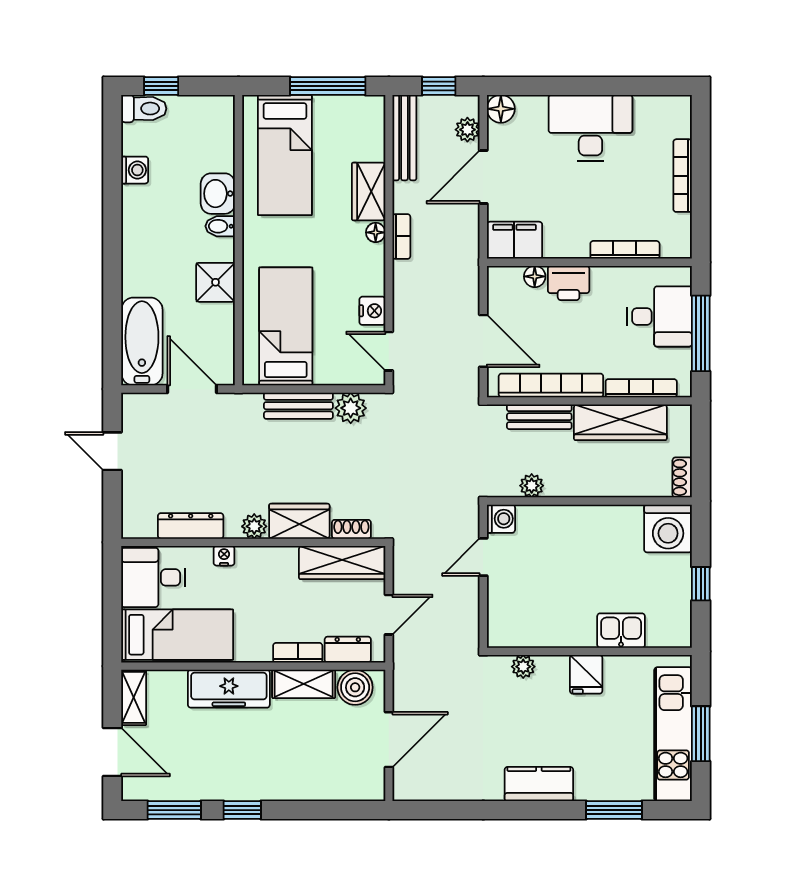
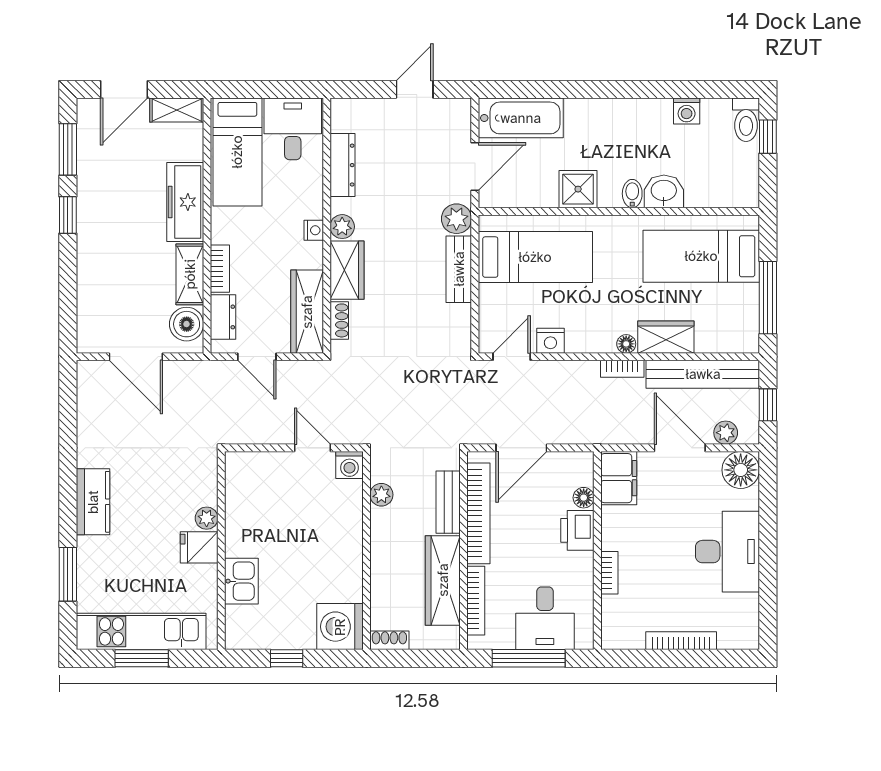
floor lamp: (501, 109) -> (741, 470), width x1.38, depth x1.38
bench: (404, 138) -> (703, 374), width x1.37, depth x1.21
bookcase: (625, 250) -> (609, 573), width x0.64
plant: (351, 408) -> (456, 219), moved
nightstand: (224, 556) -> (314, 230), moved
plant: (523, 667) -> (207, 518), moved

